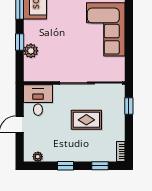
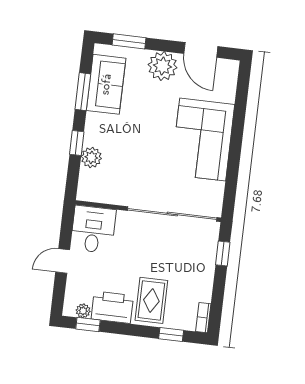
rug: (86, 120) -> (151, 300), moved, turned 90
printer: (57, 152) -> (112, 307), added
window: (66, 166) -> (88, 325), moved

